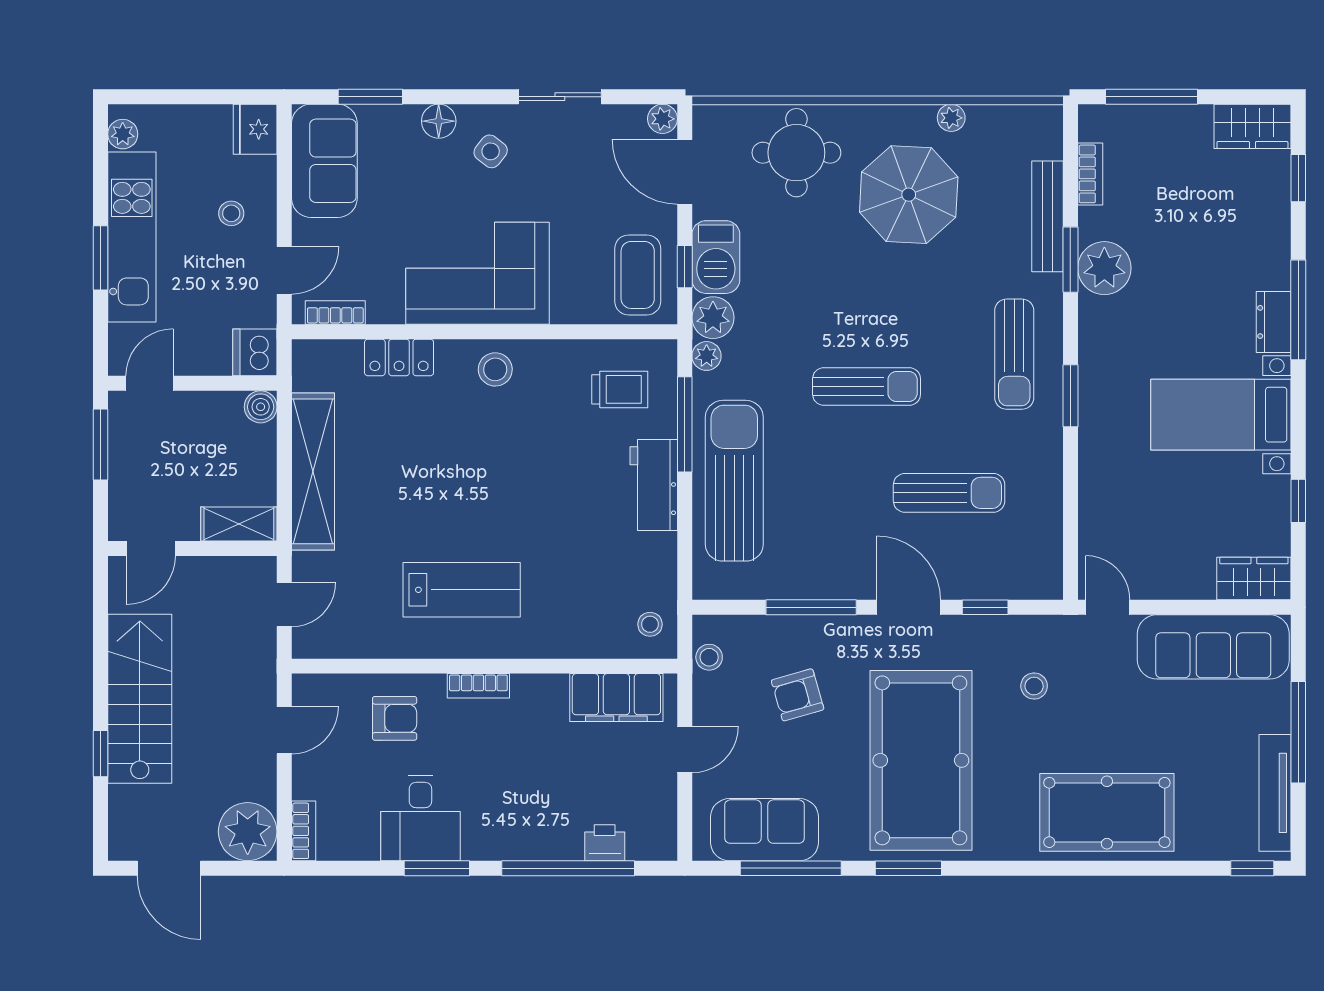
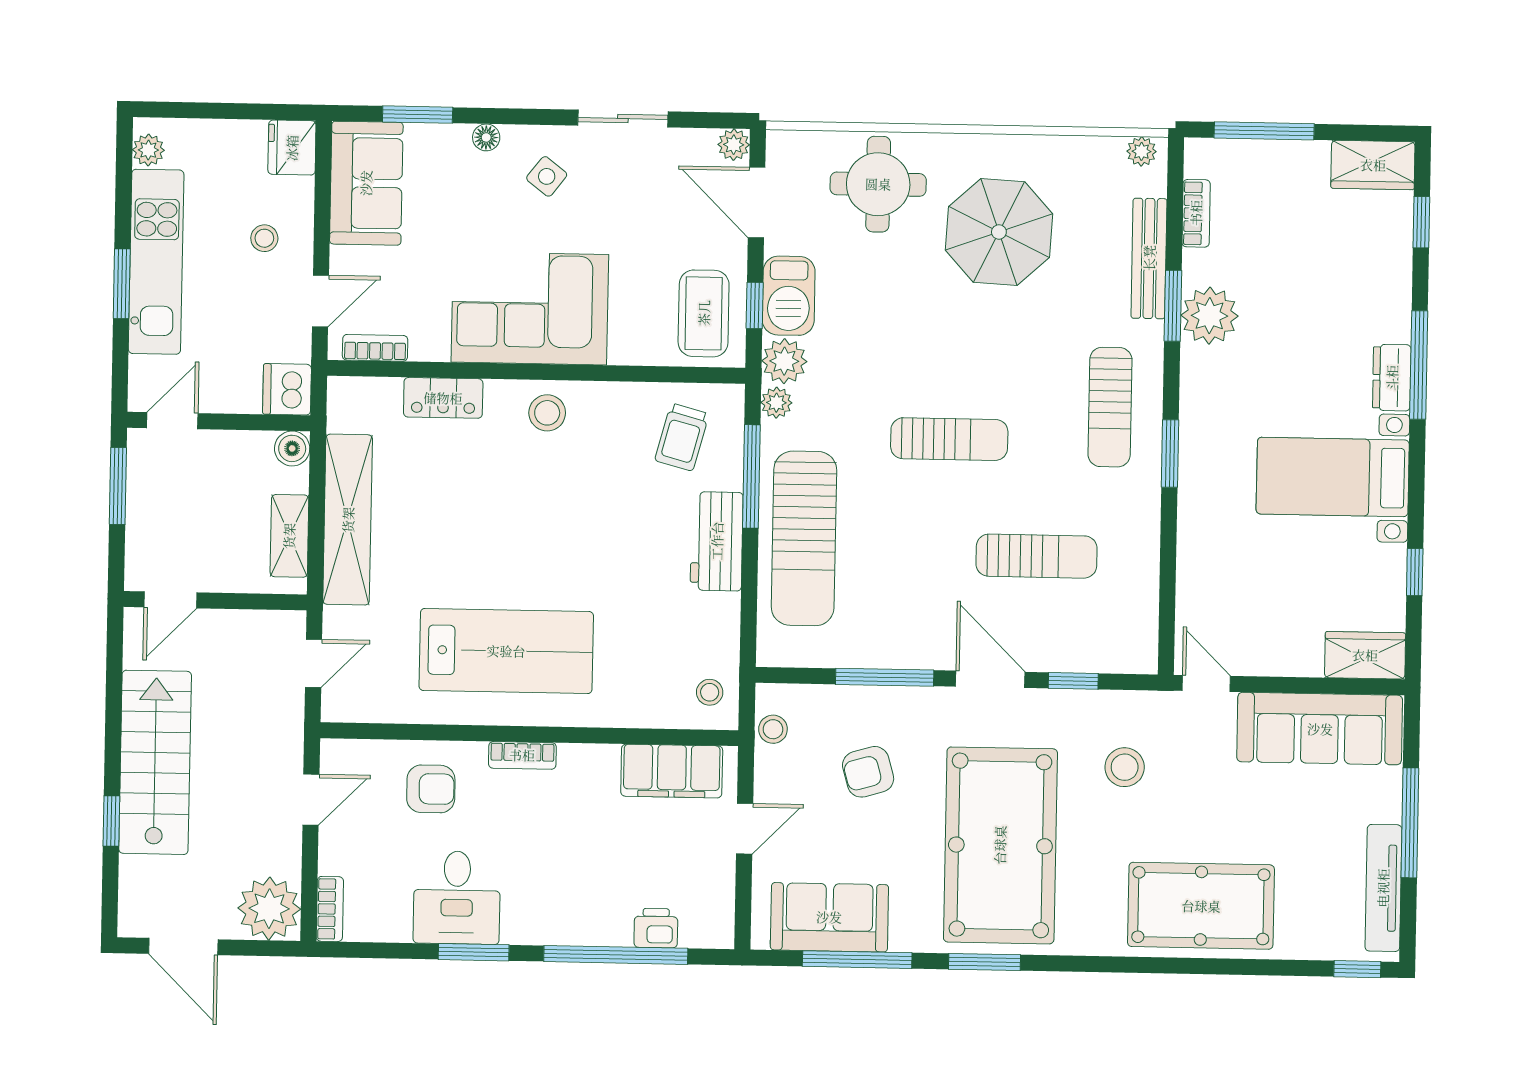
plant: (951, 118) -> (1142, 151), moved
floor lamp: (439, 121) -> (486, 137), width x0.73, depth x0.73
trolley: (620, 389) -> (682, 437), turned 105
sun lounger: (734, 481) -> (804, 538), turned 180
shelving: (239, 524) -> (289, 536), moved, turned 90
lab bench: (462, 590) -> (506, 651), width x1.36, depth x1.39
stool: (1034, 686) -> (1125, 767), width x1.37, depth x1.37

